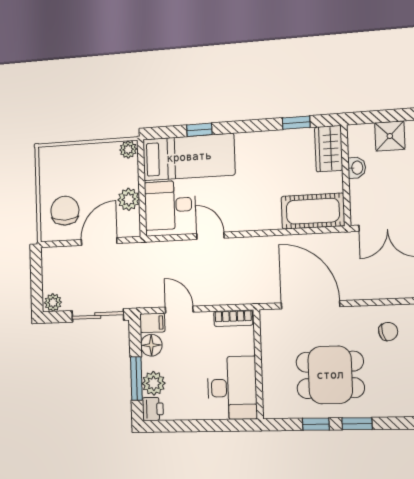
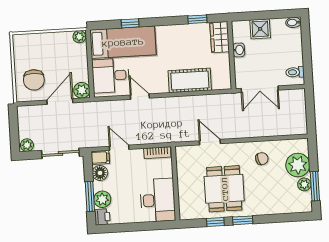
plant: (129, 199) -> (82, 90), moved
chair: (65, 211) -> (34, 80), turned 180
cot: (313, 211) -> (190, 80), moved
door: (310, 305) -> (210, 142), width x0.53
dining table: (330, 375) -> (224, 189), turned 90

